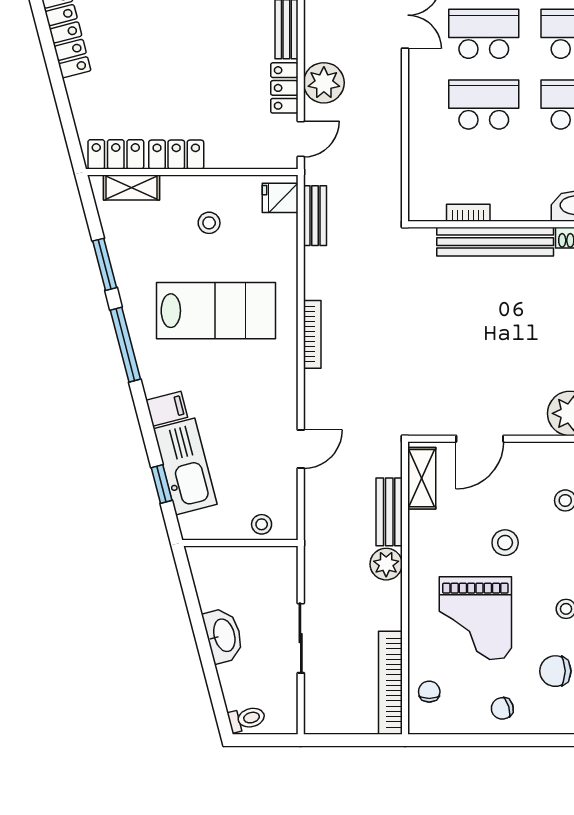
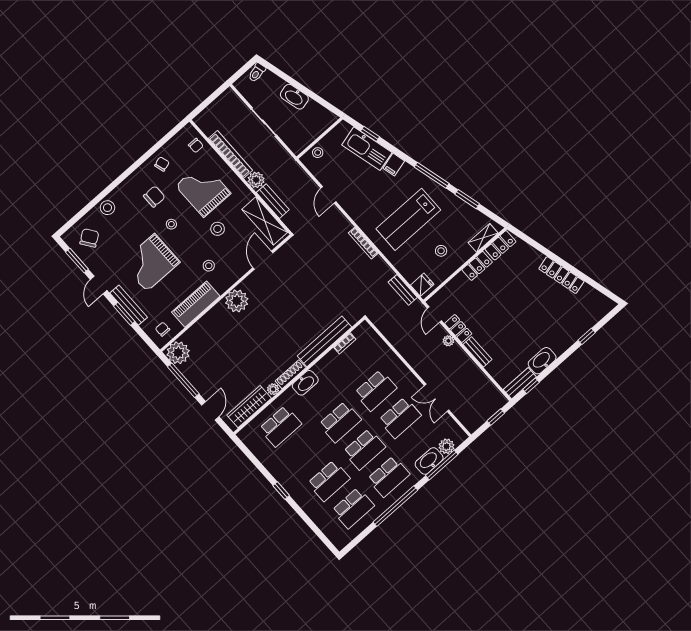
plant: (324, 83) -> (448, 341), width x0.53, depth x0.53
shelving: (422, 478) -> (265, 221), width x1.50, depth x1.33
bookcase: (390, 683) -> (231, 154), moved

